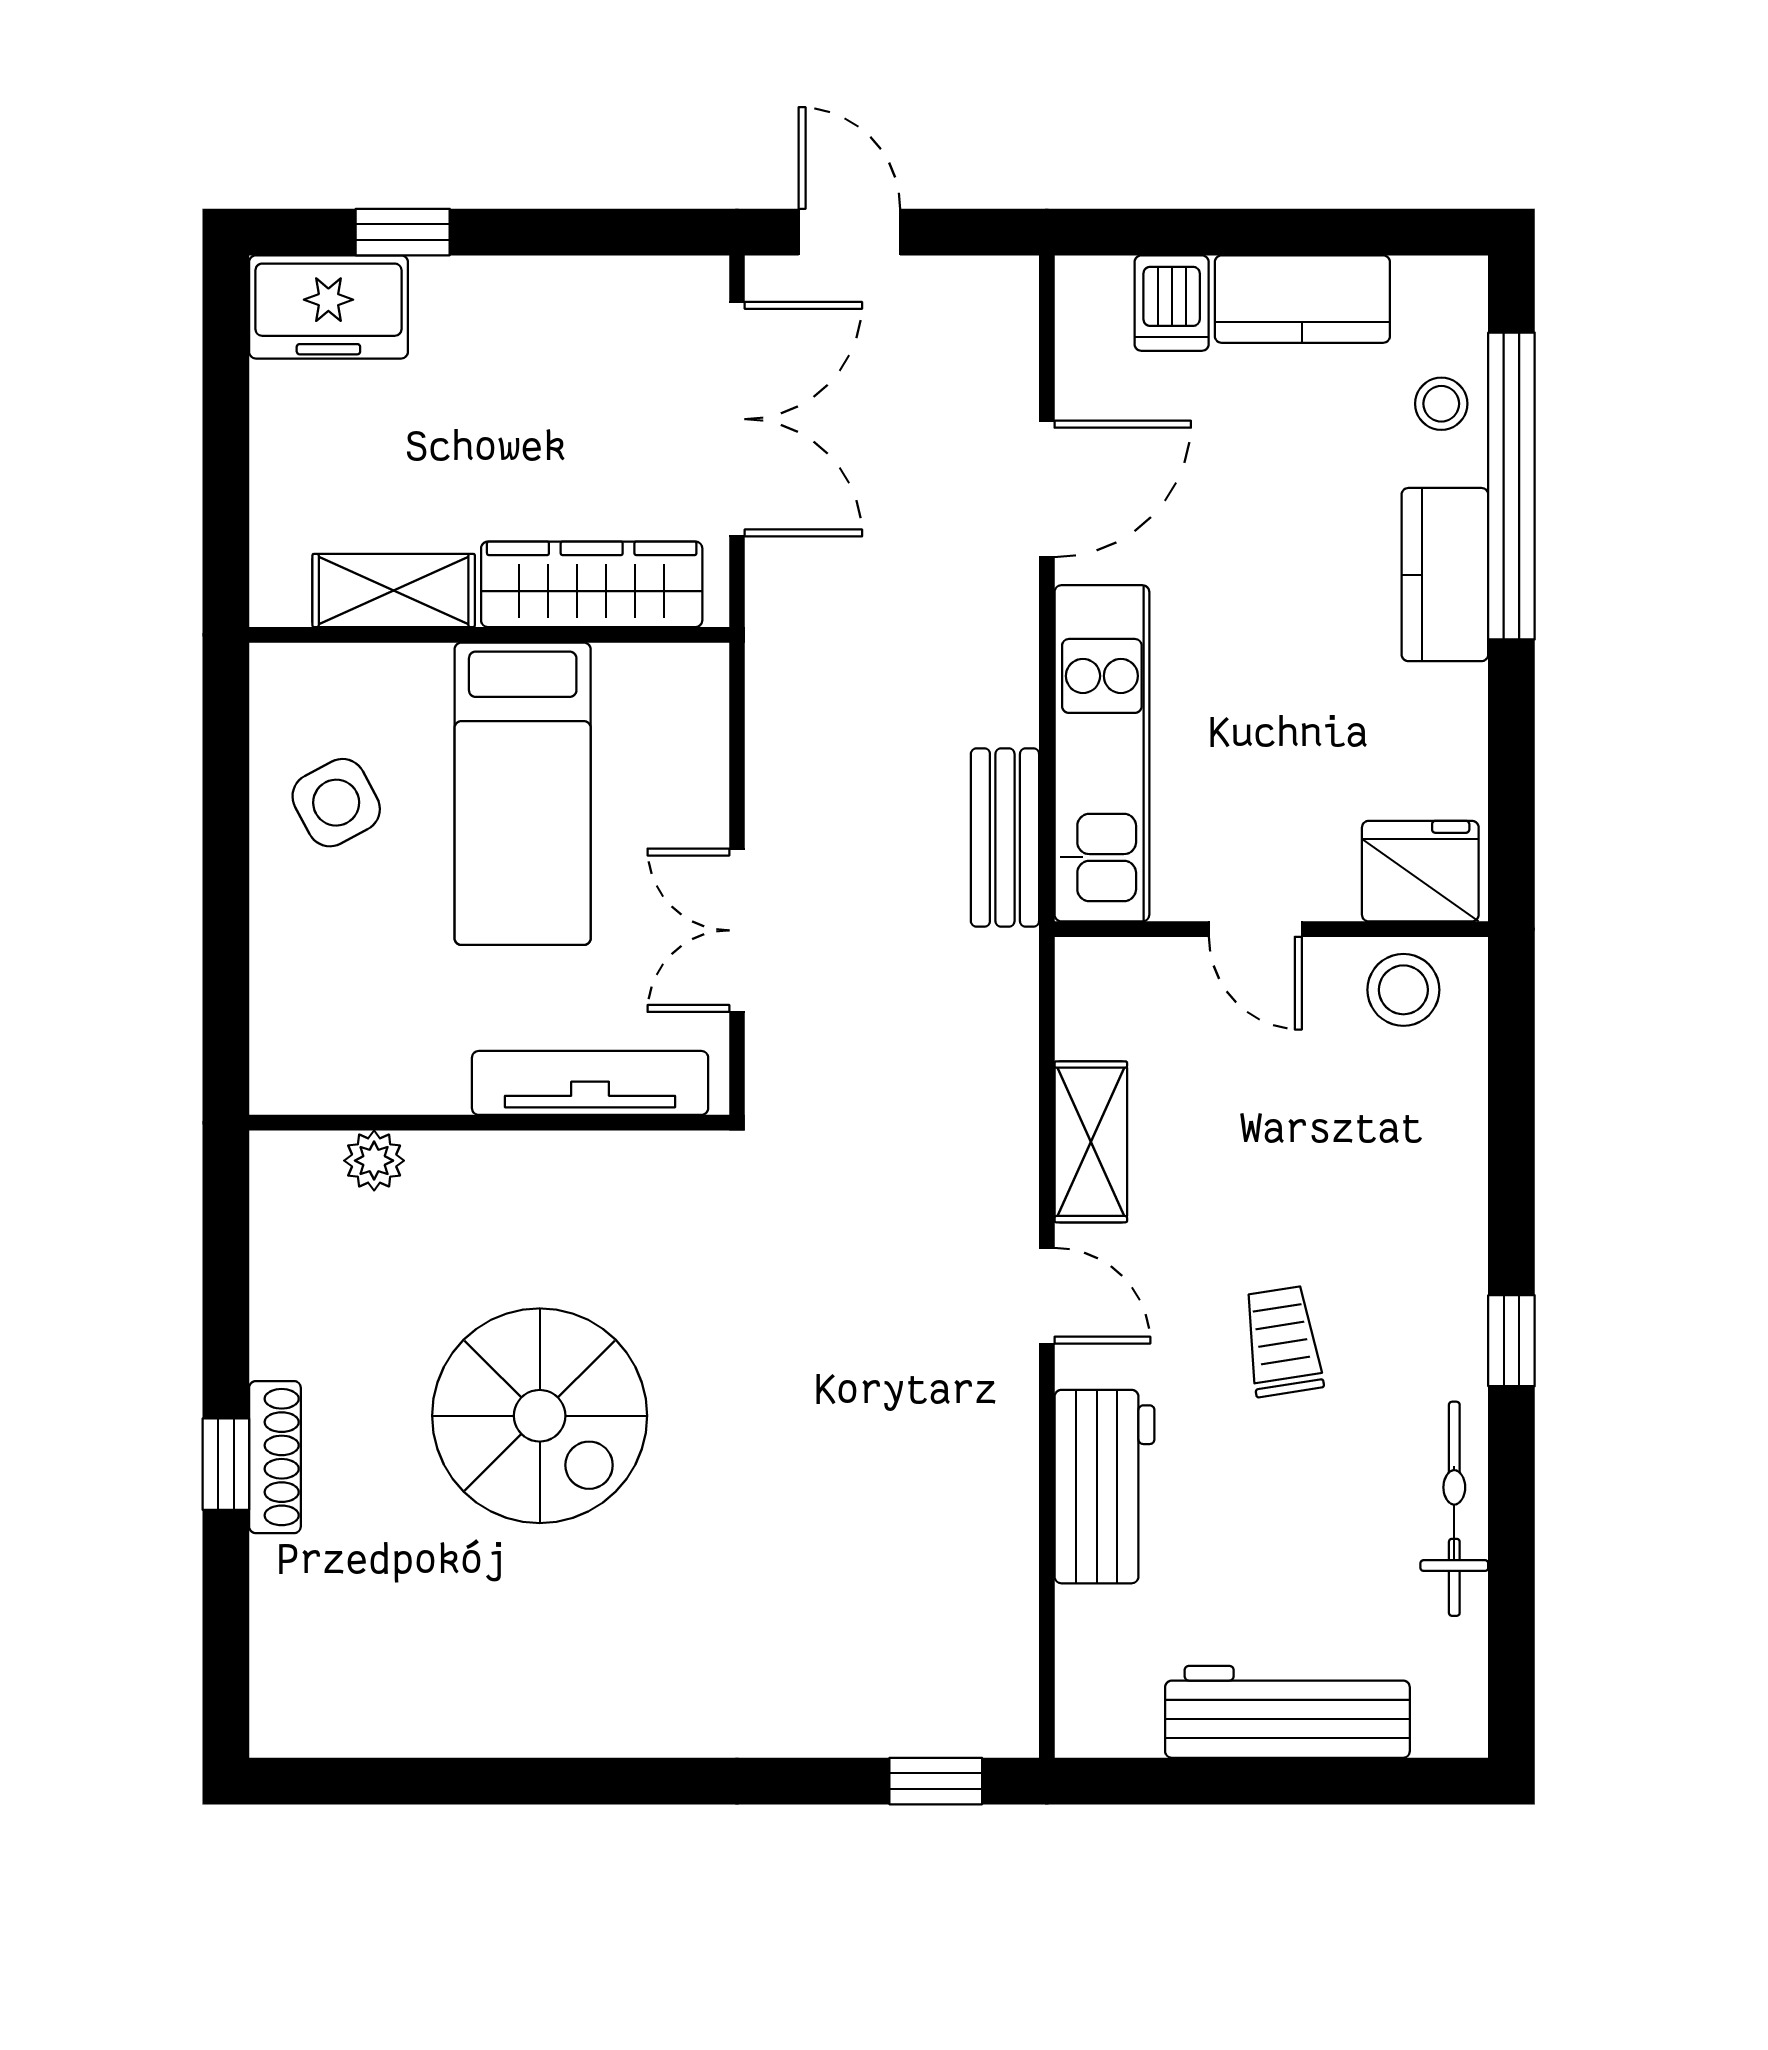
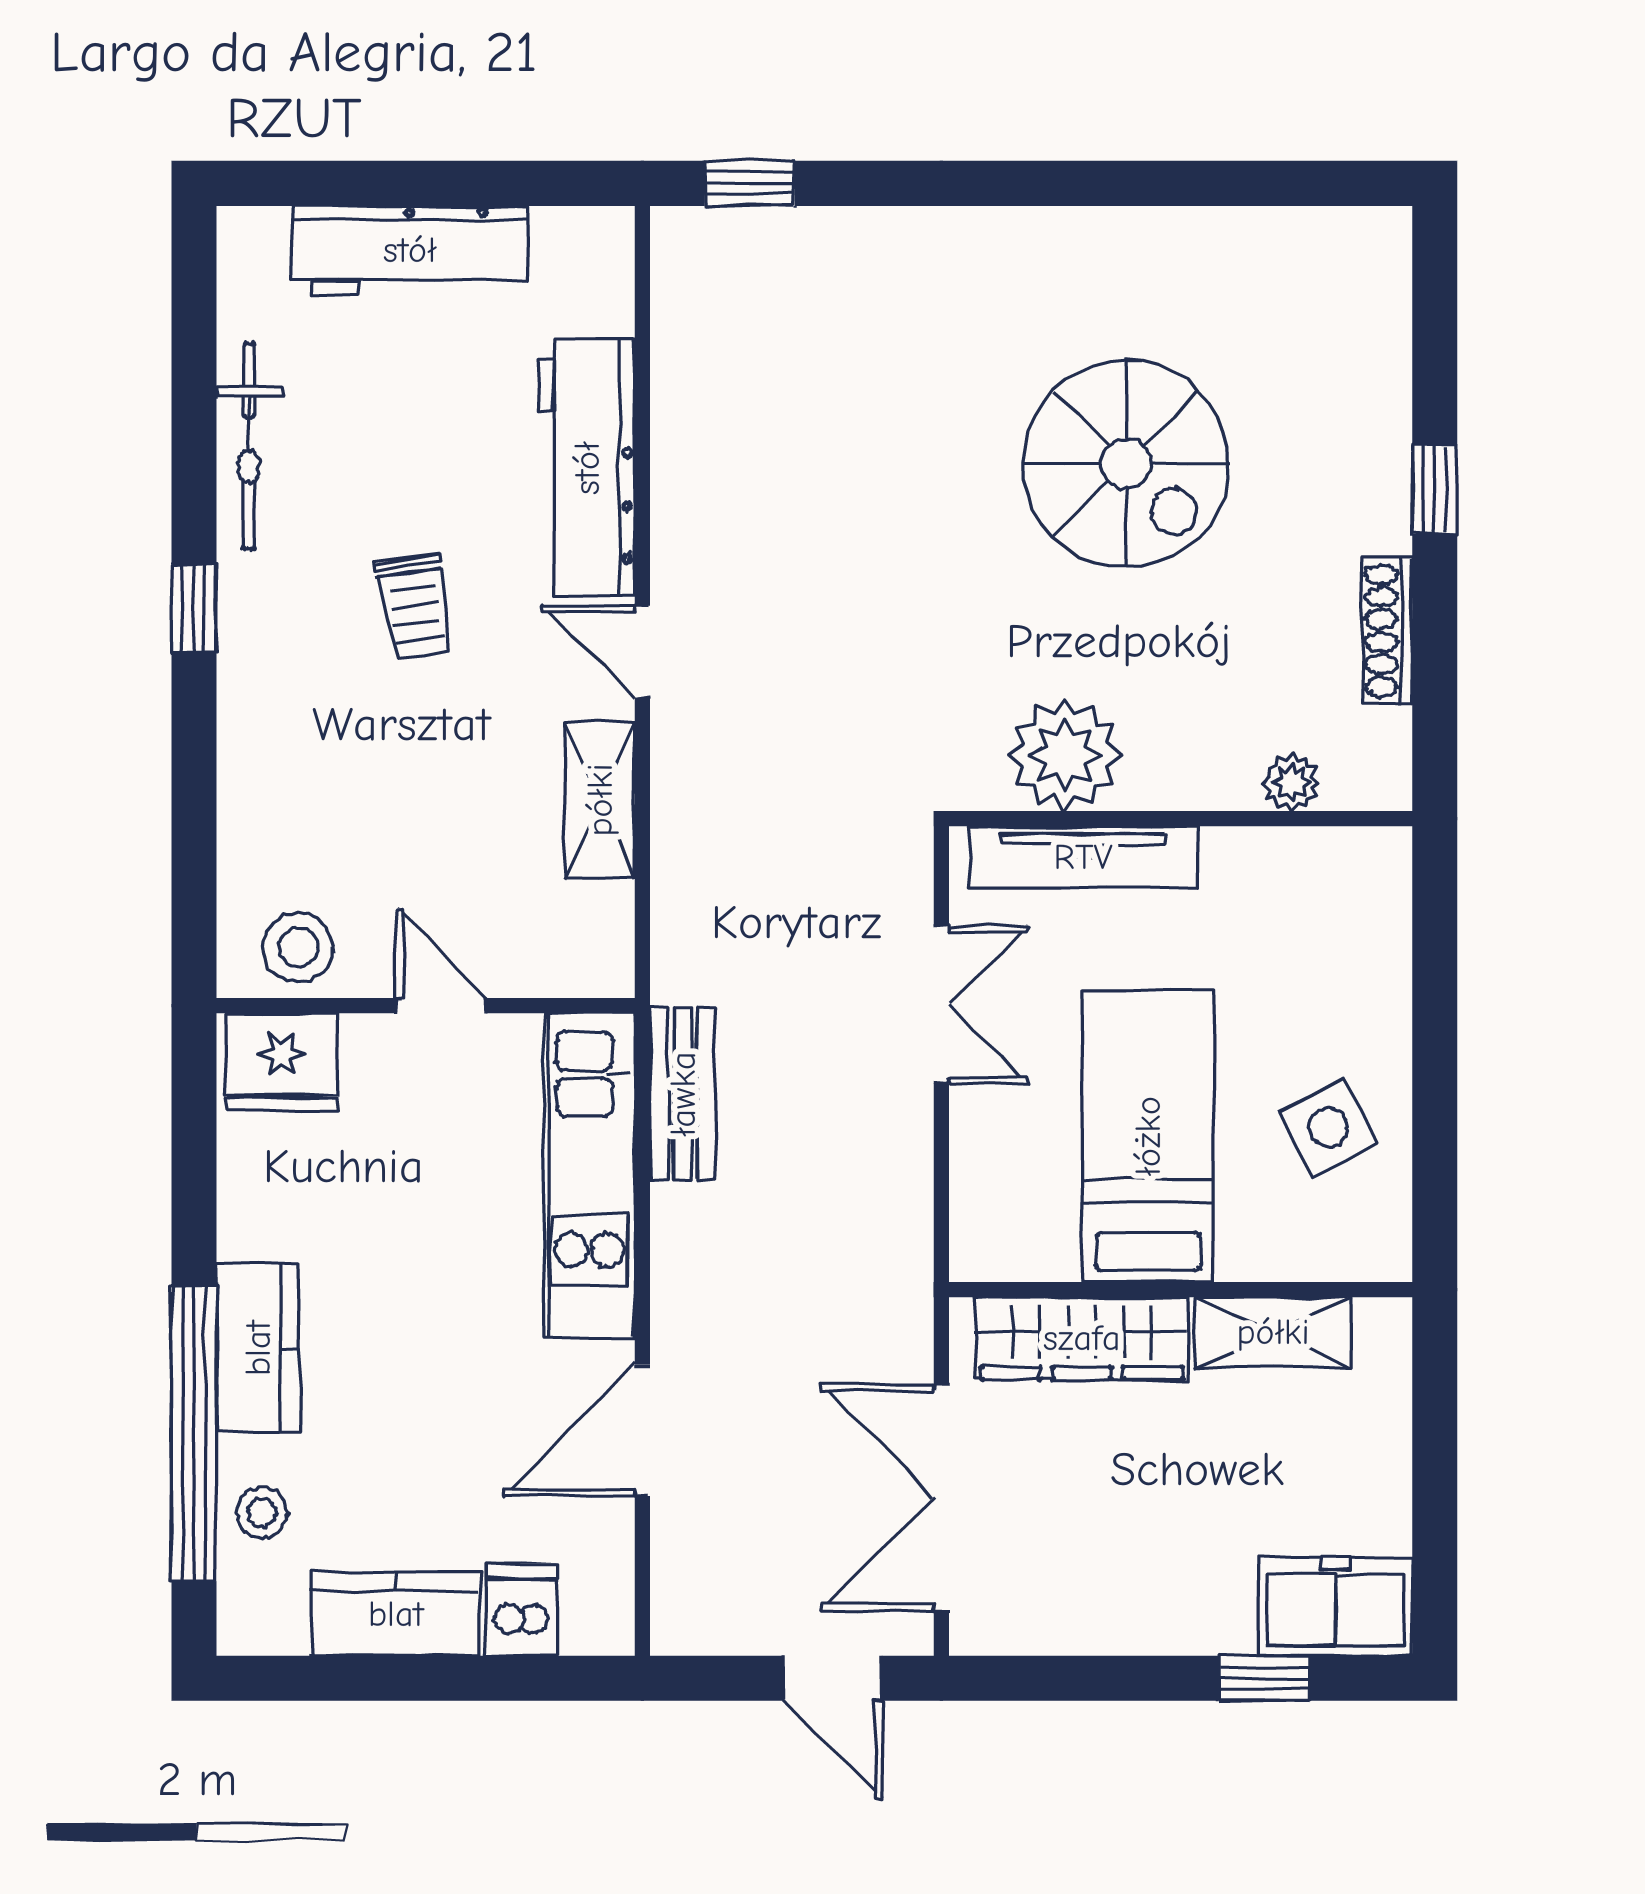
plant: (609, 1189) -> (1065, 755), added
spiral stairs: (540, 1416) -> (1126, 464), moved, turned 180
shoe rack: (275, 1457) -> (1387, 631), moved
workbench: (1104, 1487) -> (587, 468), width x1.38

